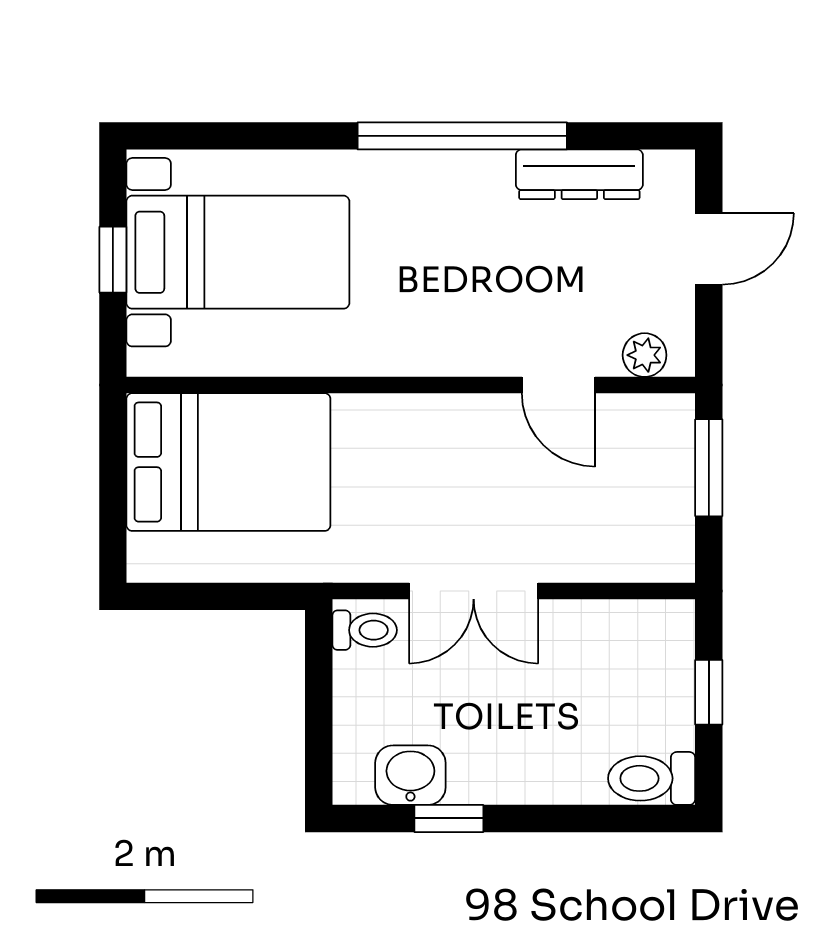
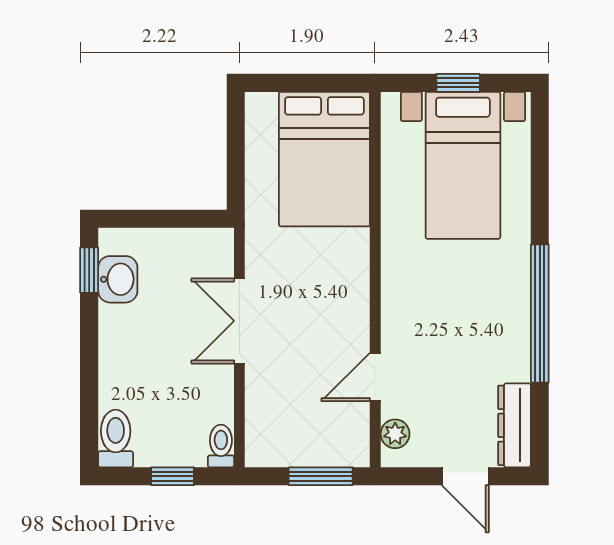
dresser: (579, 174) -> (514, 425), moved
toilet: (365, 630) -> (221, 446), moved, turned 180
window: (449, 818) -> (89, 270), moved

